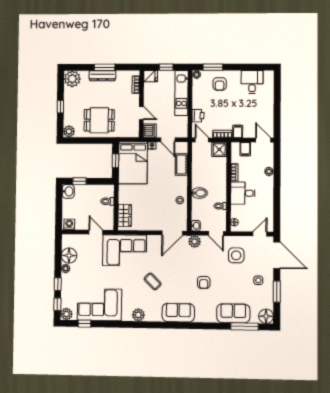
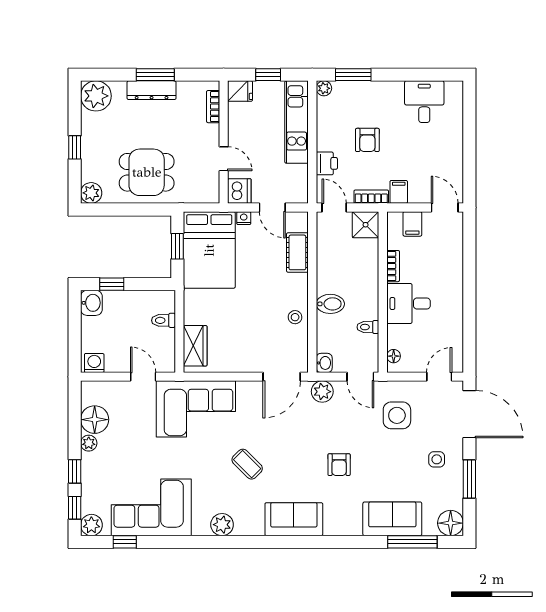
armchair: (220, 84) -> (367, 140), moved
plant: (269, 171) -> (455, 264), removed

